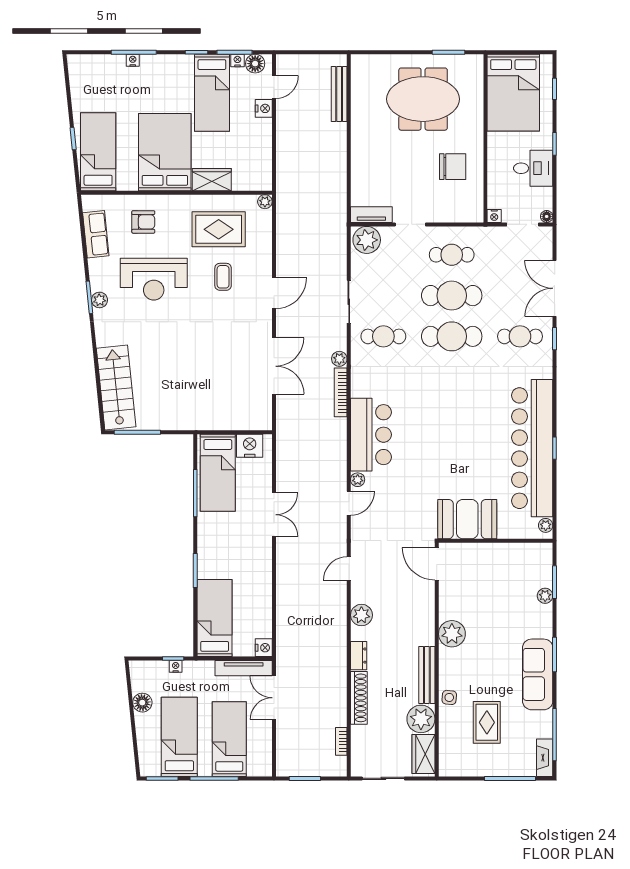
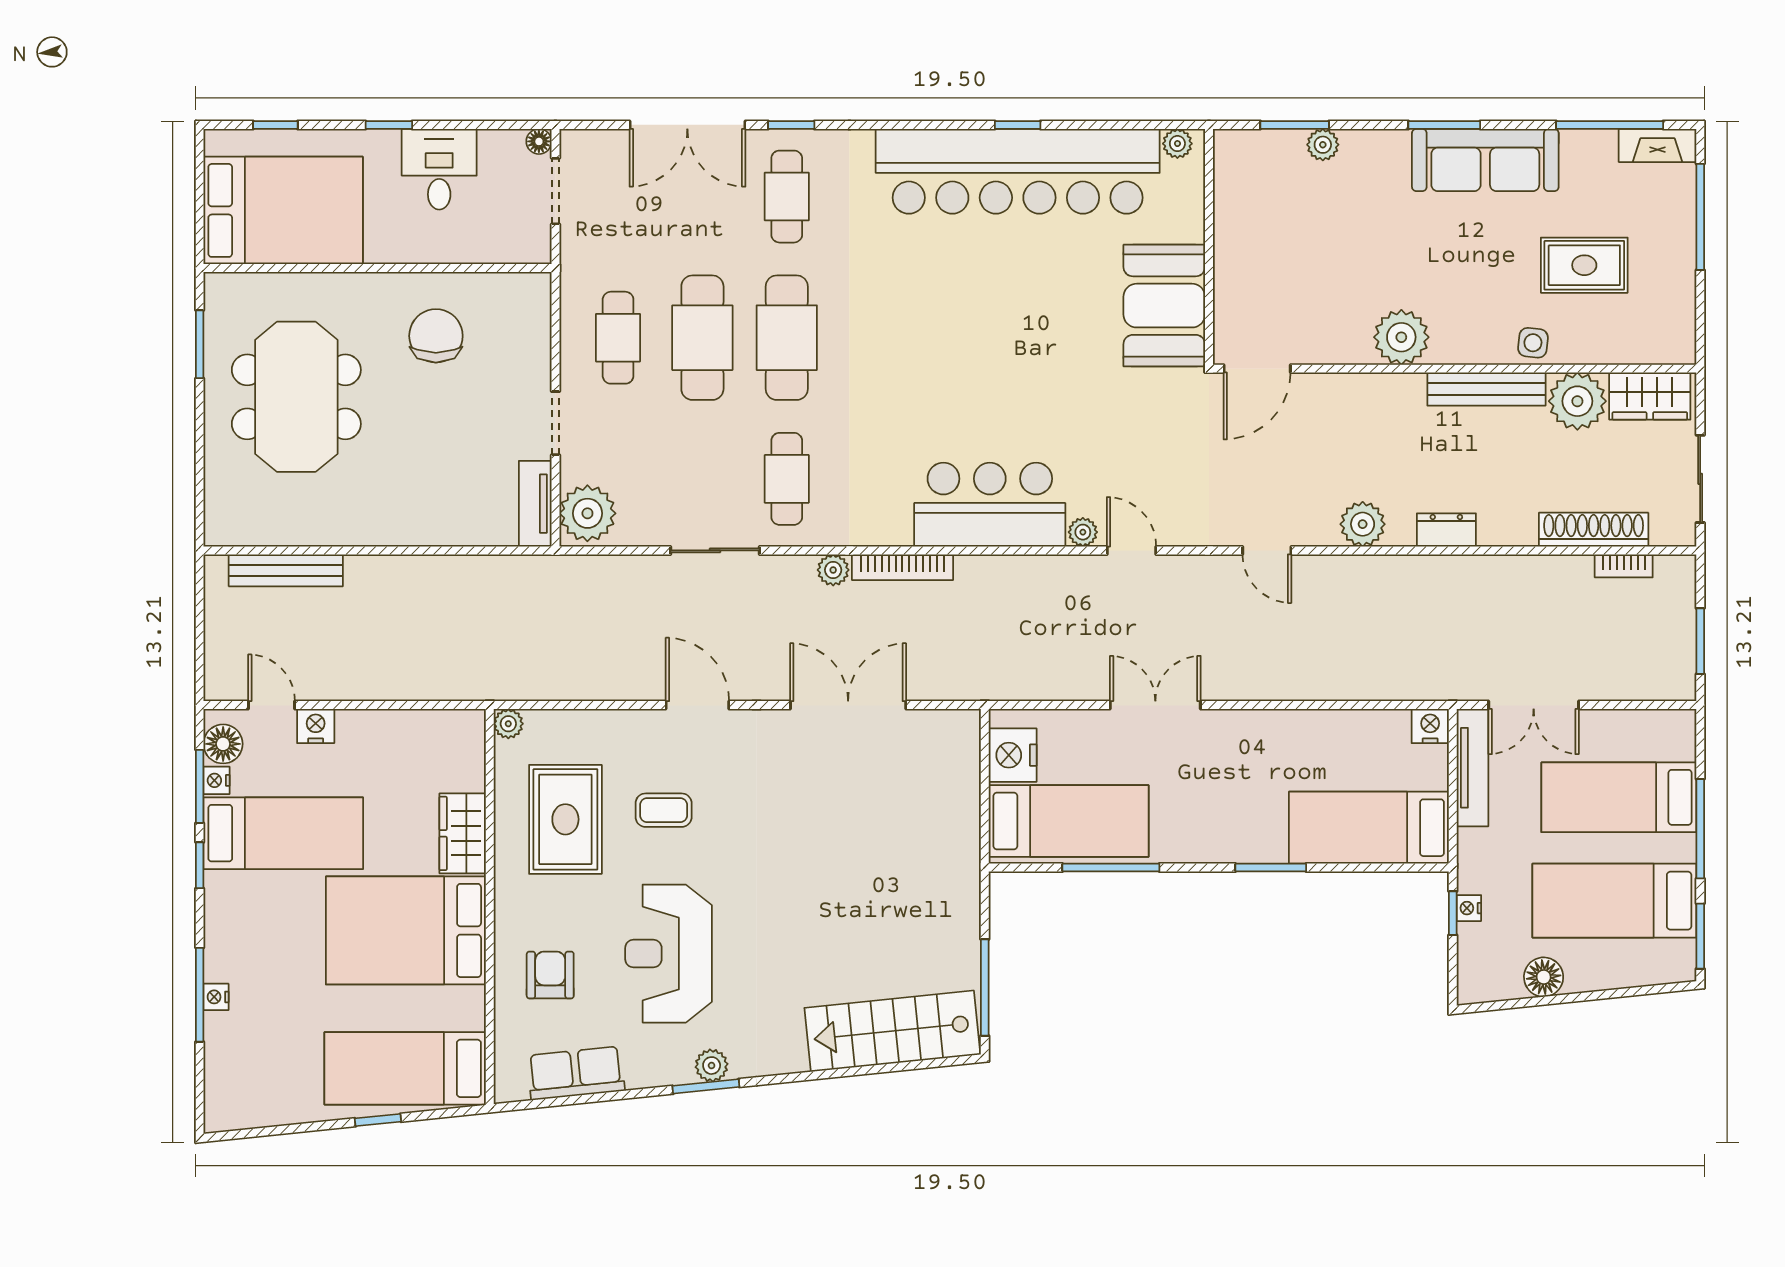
nightstand: (494, 216) -> (538, 250), removed
reception desk: (154, 279) -> (669, 954), turned 180
shoe rack: (359, 698) -> (1594, 530), moved

